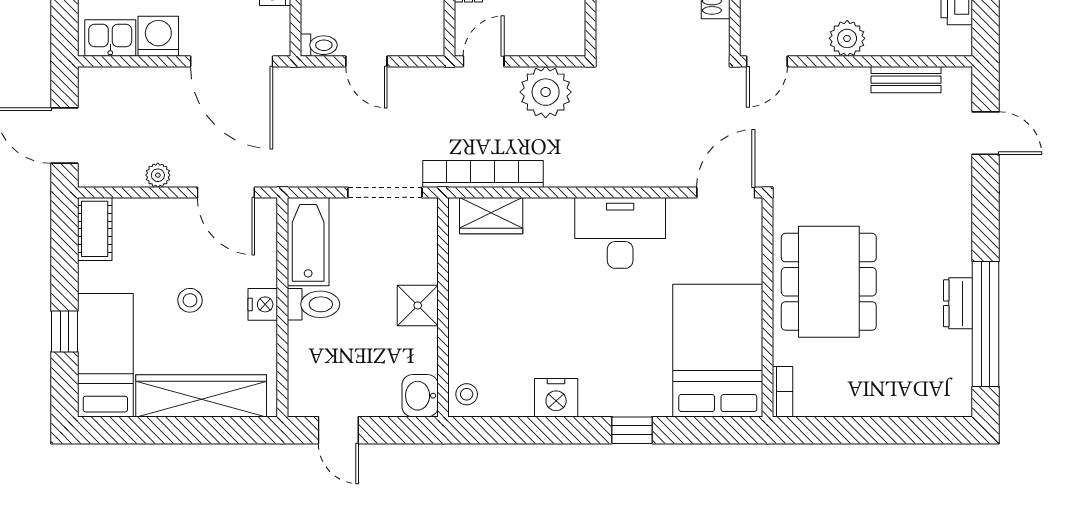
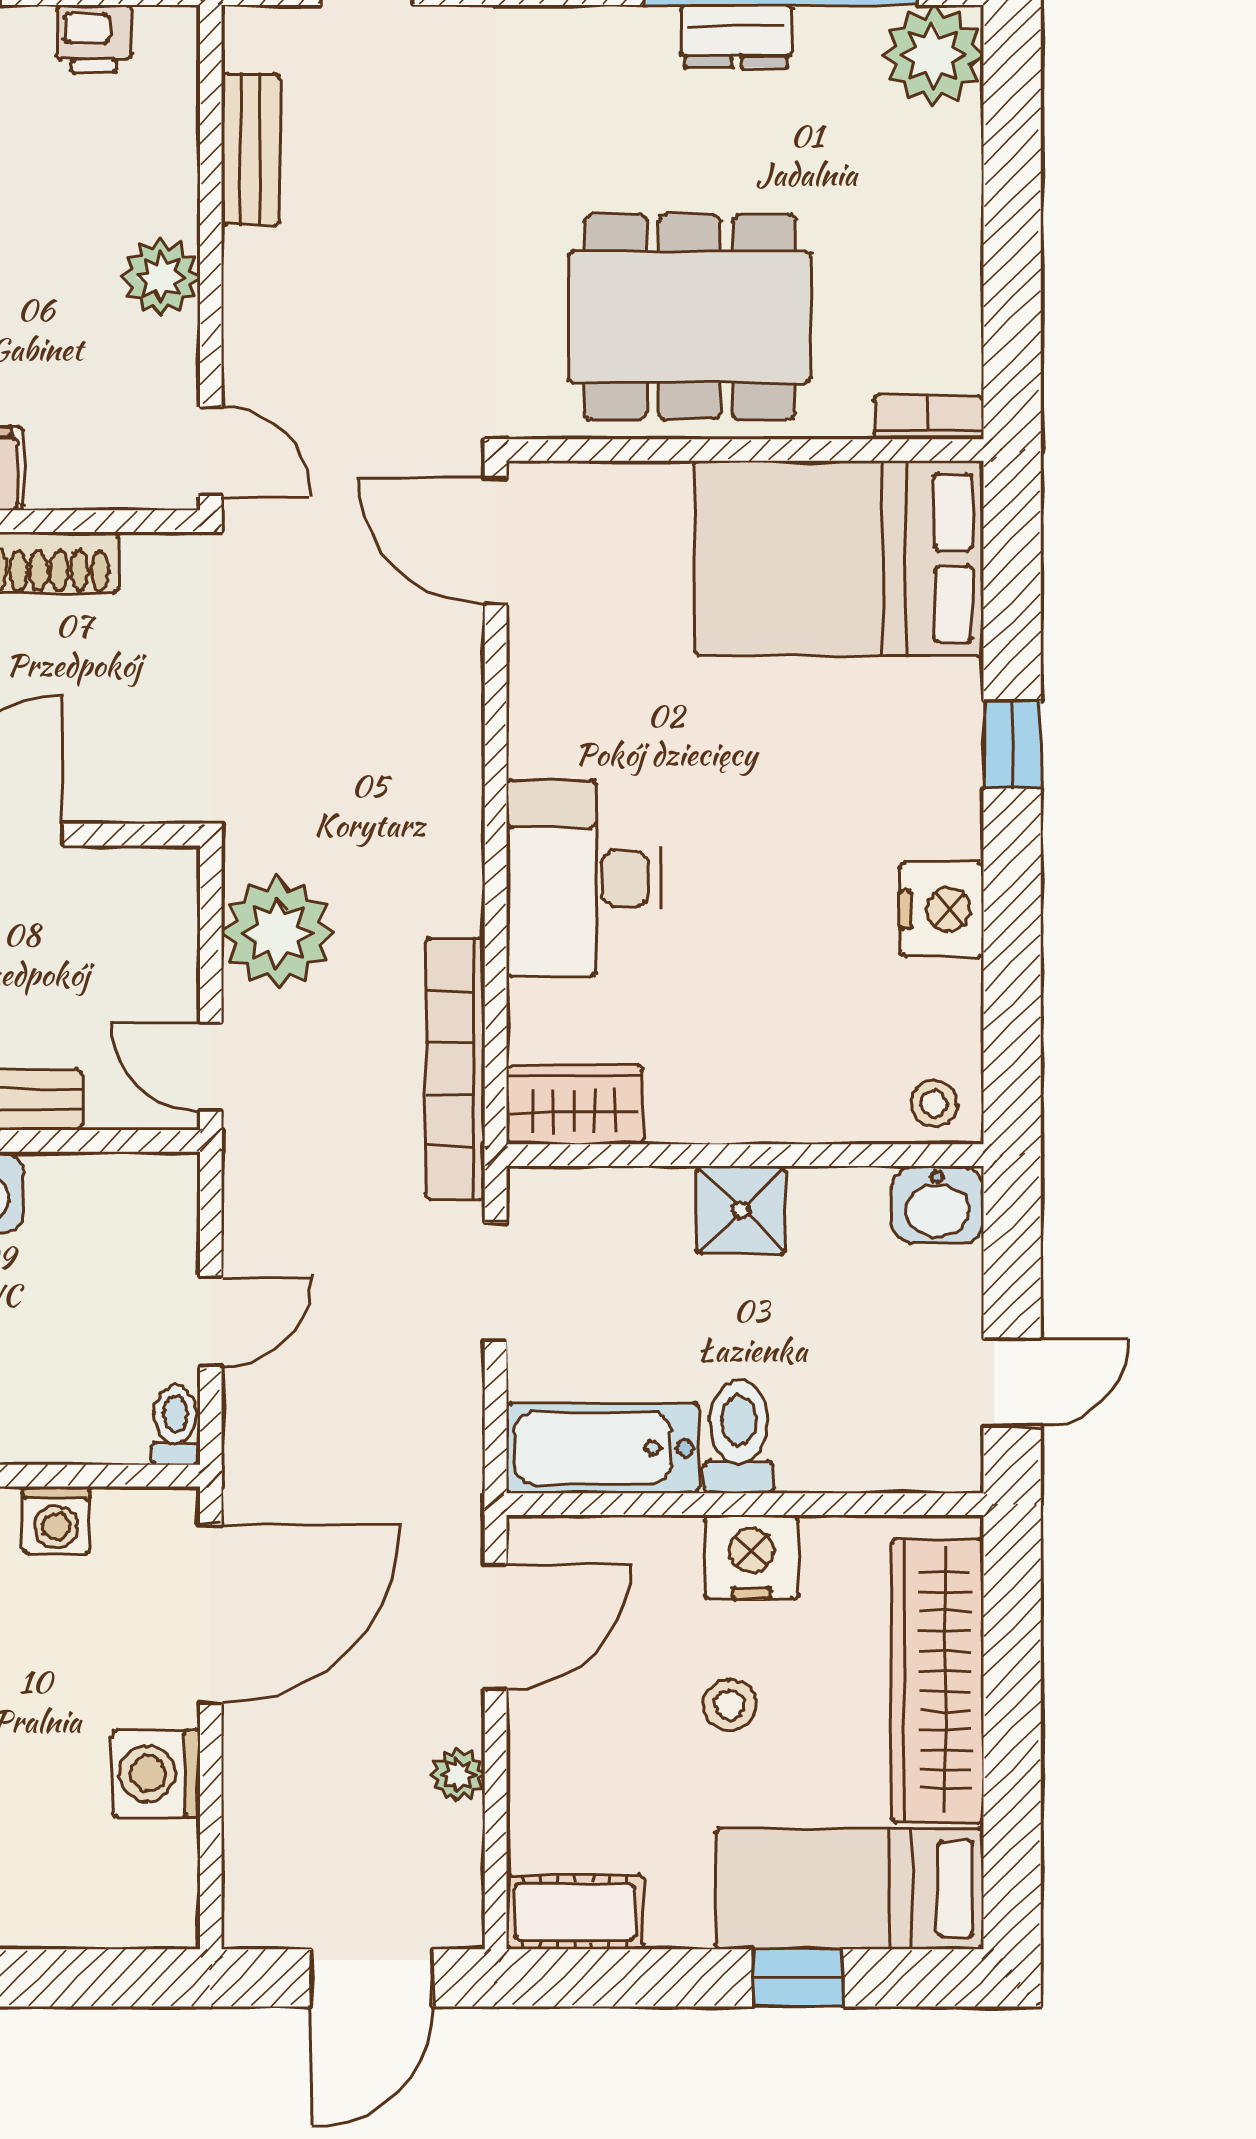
kitchen sink: (110, 38) -> (160, 1878), removed
doorway: (385, 192) -> (496, 1281), width x0.73
wardrobe: (491, 216) -> (575, 1105), moved, turned -90
desk: (620, 233) -> (583, 878), moved
nightstand: (263, 304) -> (751, 1557), width x1.36, depth x1.33
plant: (949, 394) -> (933, 55), added

